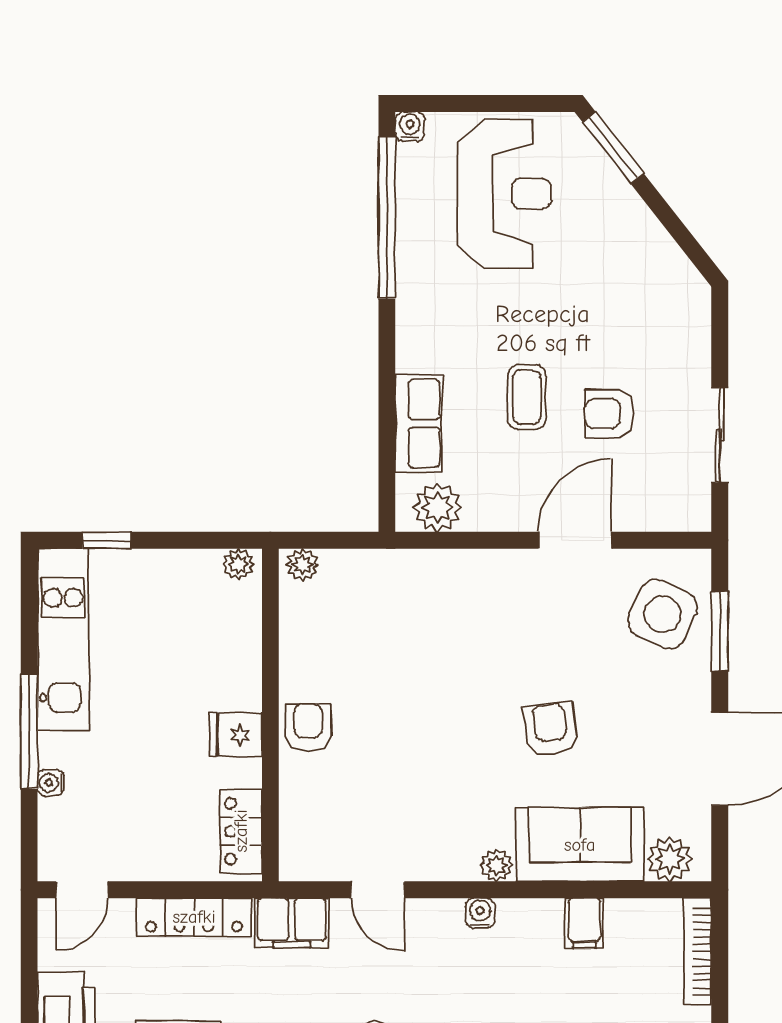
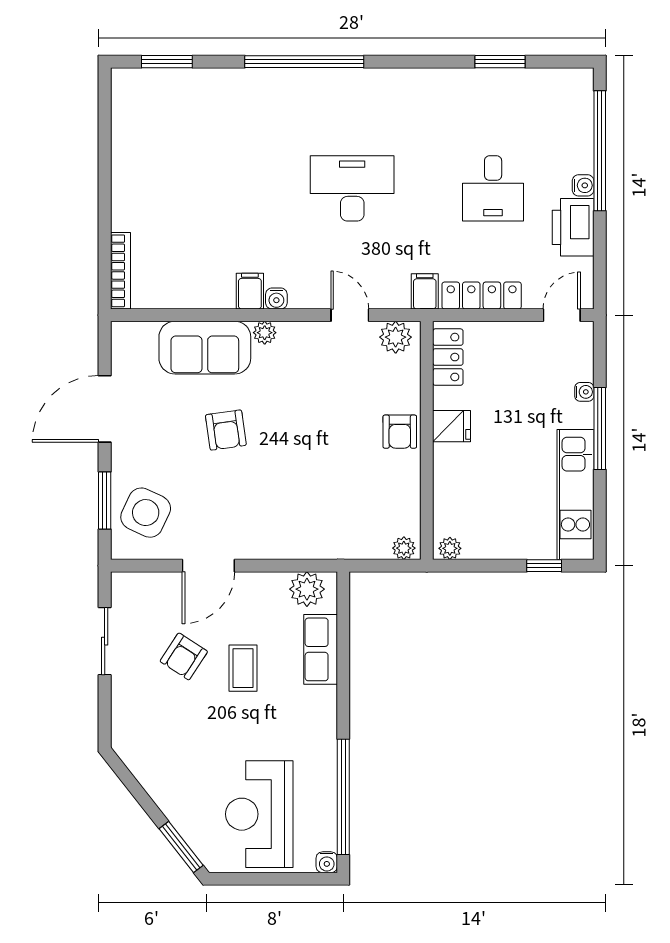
armchair: (609, 414) -> (184, 656), turned 123
plant: (670, 859) -> (396, 337), moved
filing cabinet: (292, 923) -> (425, 291), width x0.50
filing cabinet: (584, 923) -> (250, 291), moved

